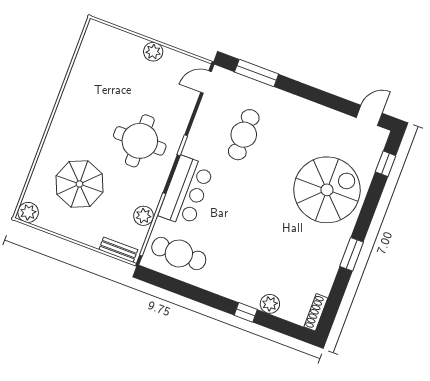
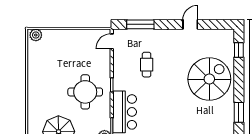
plant: (153, 52) -> (36, 35), moved
door: (369, 115) -> (190, 24), moved
cafe table: (244, 135) -> (147, 65), width x0.73, depth x0.74

